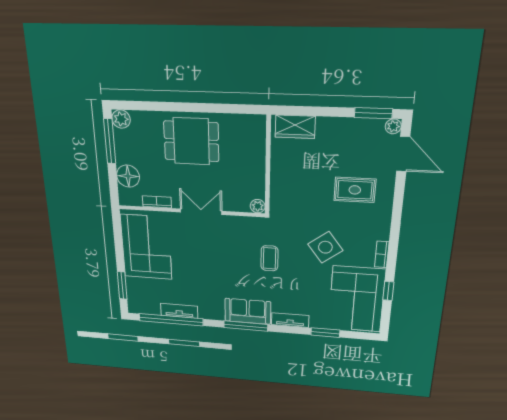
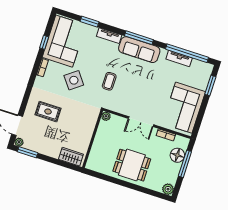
window: (110, 141) -> (185, 164), moved
sofa: (248, 311) -> (139, 50), width x1.36

